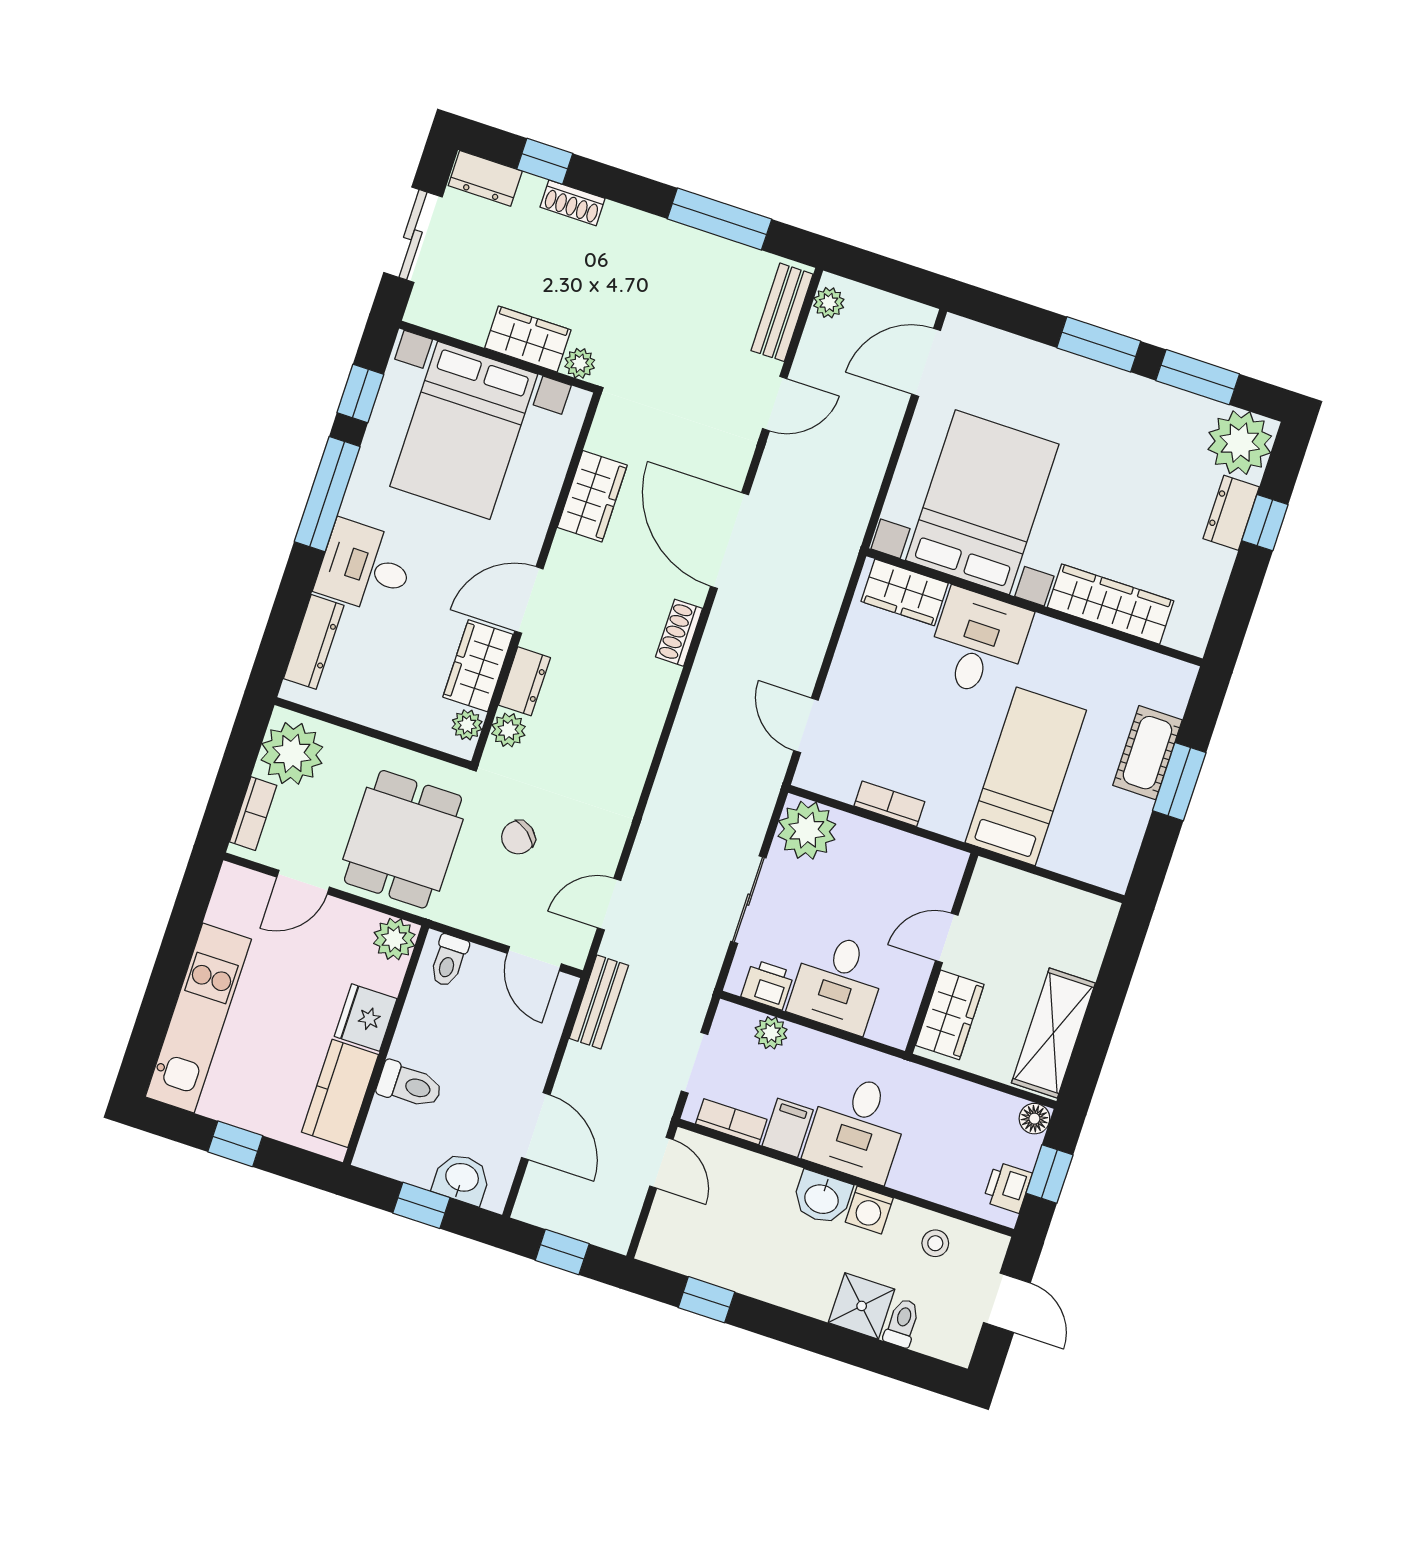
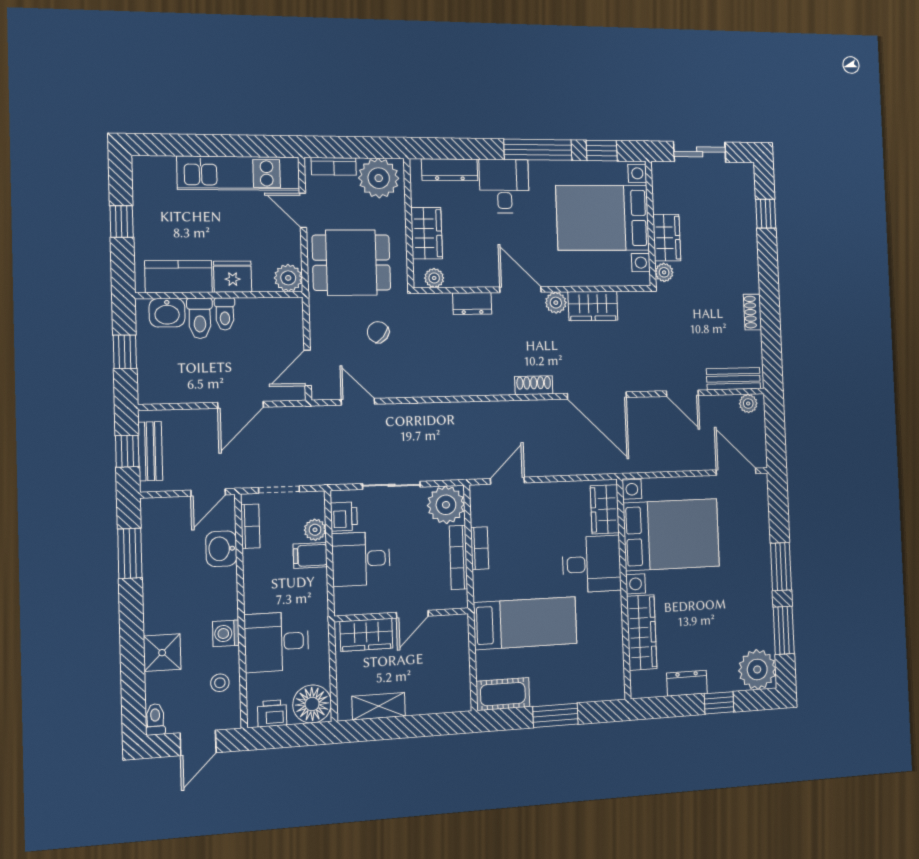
dresser: (485, 178) -> (745, 183), removed
shoe rack: (573, 203) -> (752, 312), moved
window: (719, 219) -> (771, 324), removed
dresser: (1231, 513) -> (687, 683), moved
door: (729, 540) -> (597, 395), swing flipped
wardrobe: (478, 666) -> (427, 233), moved, turned 90
plant: (508, 730) -> (556, 303), moved
cot: (1147, 753) -> (503, 694), moved
bookcase: (891, 840) -> (458, 557), added
door: (947, 938) -> (412, 614), swing flipped
toilet: (449, 961) -> (225, 314), moved, turned -90
bench: (599, 1002) -> (150, 451), moved, turned 90
kitchen unit: (198, 1018) -> (239, 173), moved
shelving: (1053, 1033) -> (379, 706), width x0.67, depth x0.75
floor lamp: (1034, 1119) -> (312, 704), width x1.89, depth x1.89
door: (536, 1126) -> (241, 405), moved
desk: (857, 1127) -> (277, 642), moved
filing cabinet: (788, 1128) -> (310, 555), moved, turned 180
window: (1049, 1174) -> (290, 736), removed
washbasin: (462, 1179) -> (167, 313), moved, turned 90
washbasin: (822, 1198) -> (221, 549), moved
window: (707, 1300) -> (130, 553), width x1.50
toilet: (902, 1323) -> (155, 719), moved, turned -90

